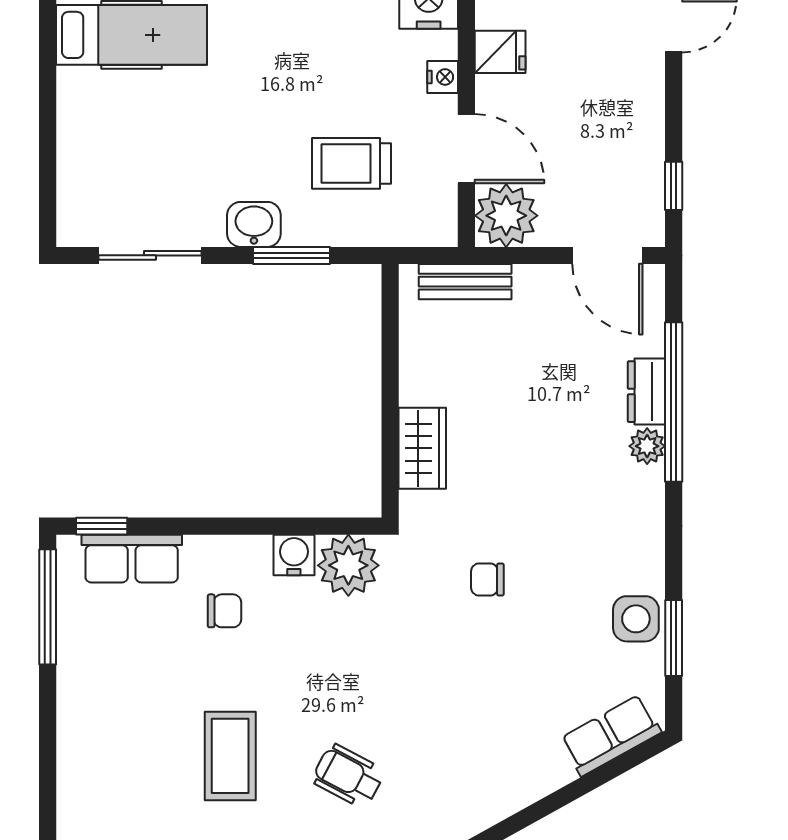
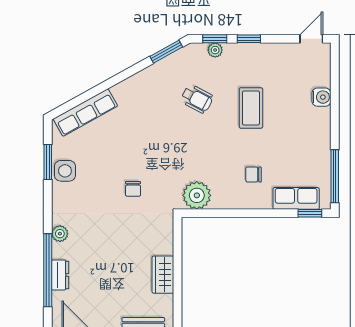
plant: (647, 446) -> (60, 234), moved
wardrobe: (422, 448) -> (163, 275), moved
water cooler: (294, 555) -> (321, 97), moved, turned -90
chair: (487, 580) -> (133, 189), turned 90
row of seats: (611, 735) -> (85, 113), width x1.48

